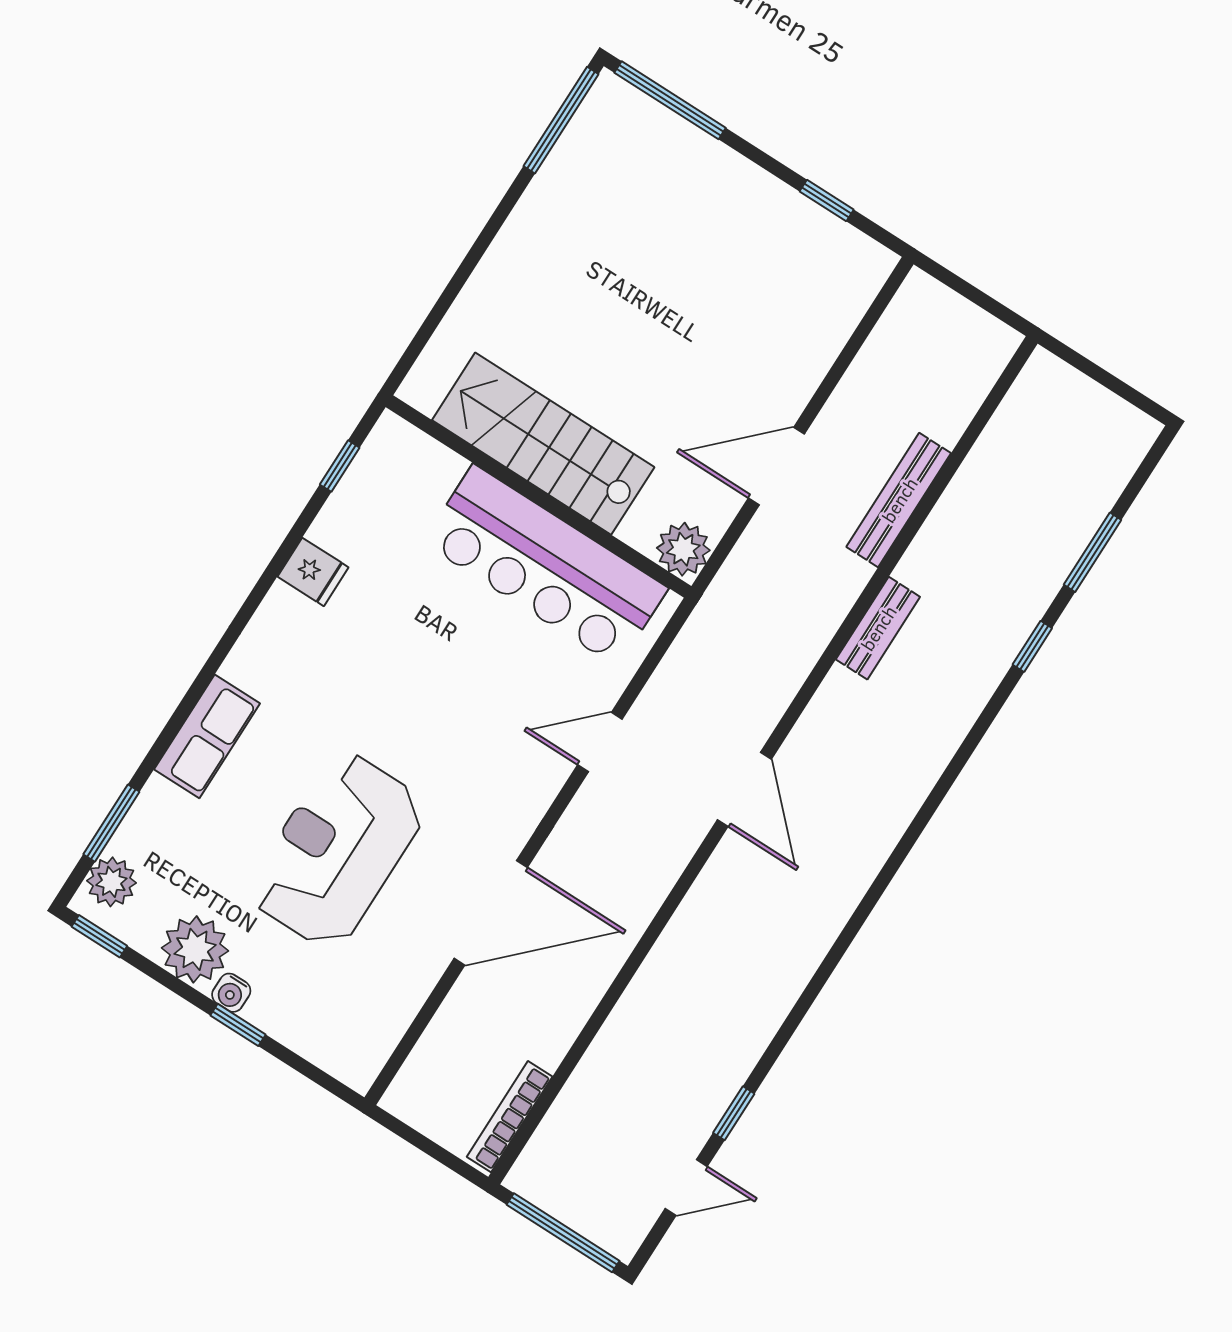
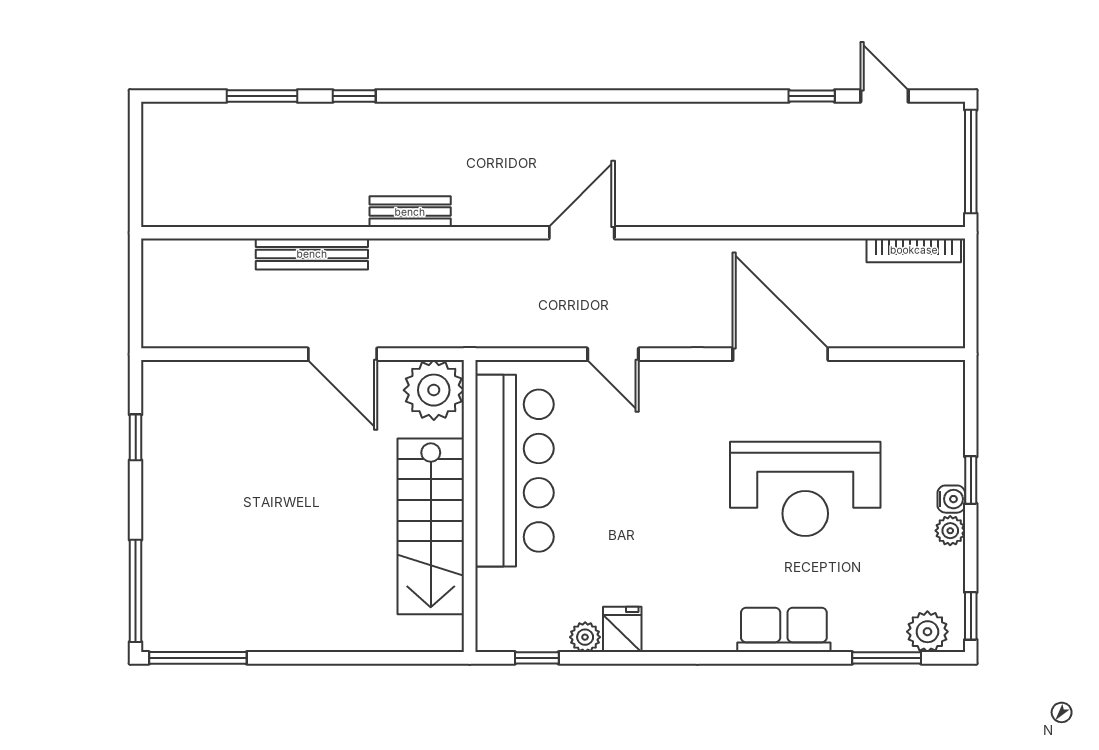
plant: (329, 529) -> (585, 637), added
plant: (683, 549) -> (434, 390), width x1.36, depth x1.36
plant: (195, 949) -> (950, 531), width x0.53, depth x0.53

